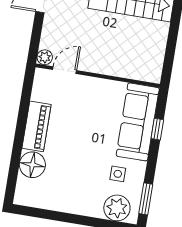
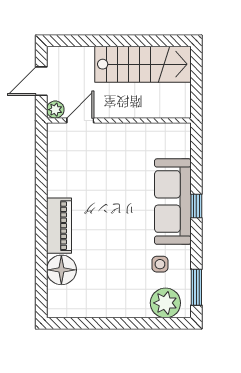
plant: (45, 57) -> (55, 110), moved
door: (65, 70) -> (80, 120), moved
wall: (98, 76) -> (119, 120), moved

